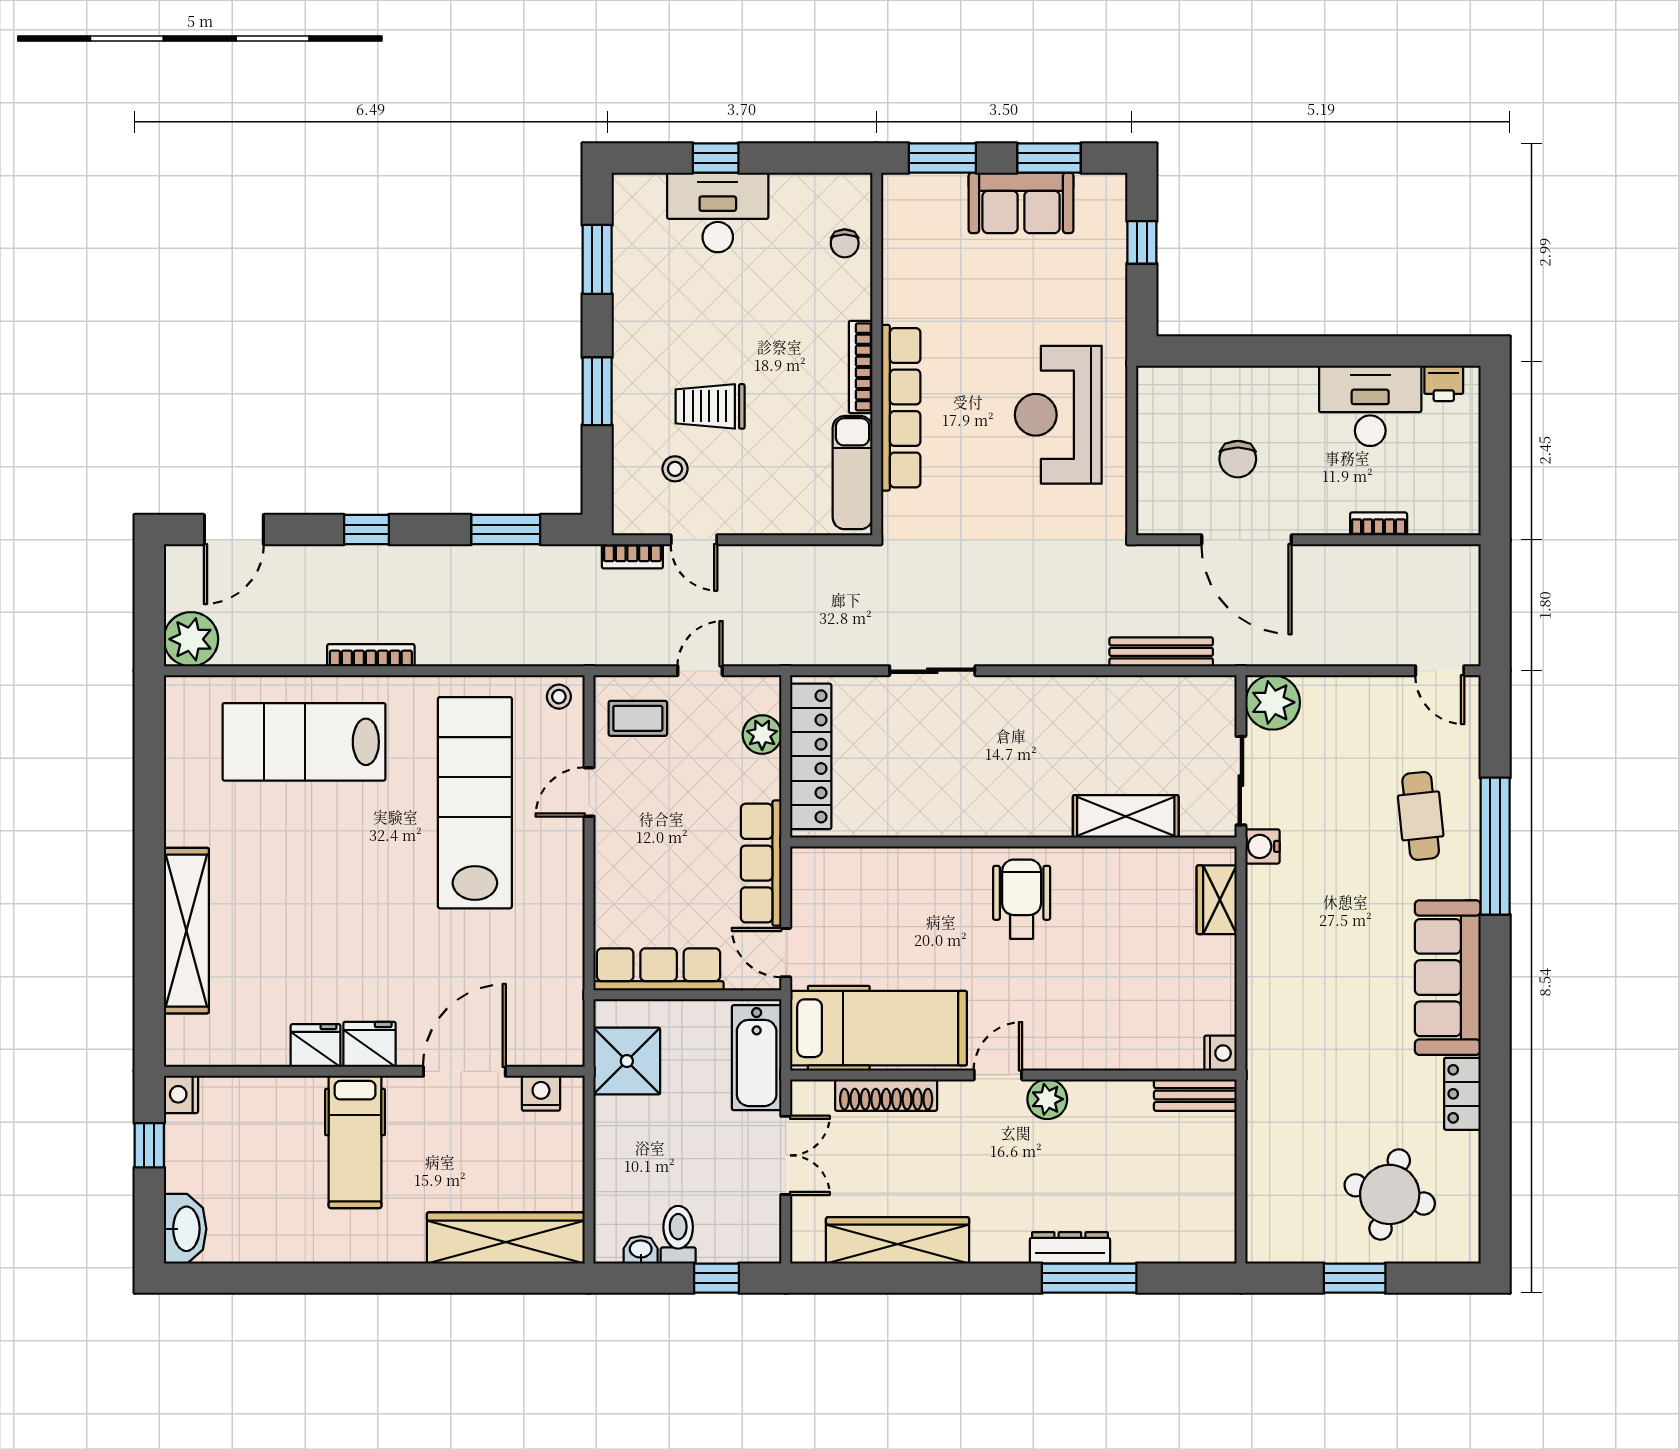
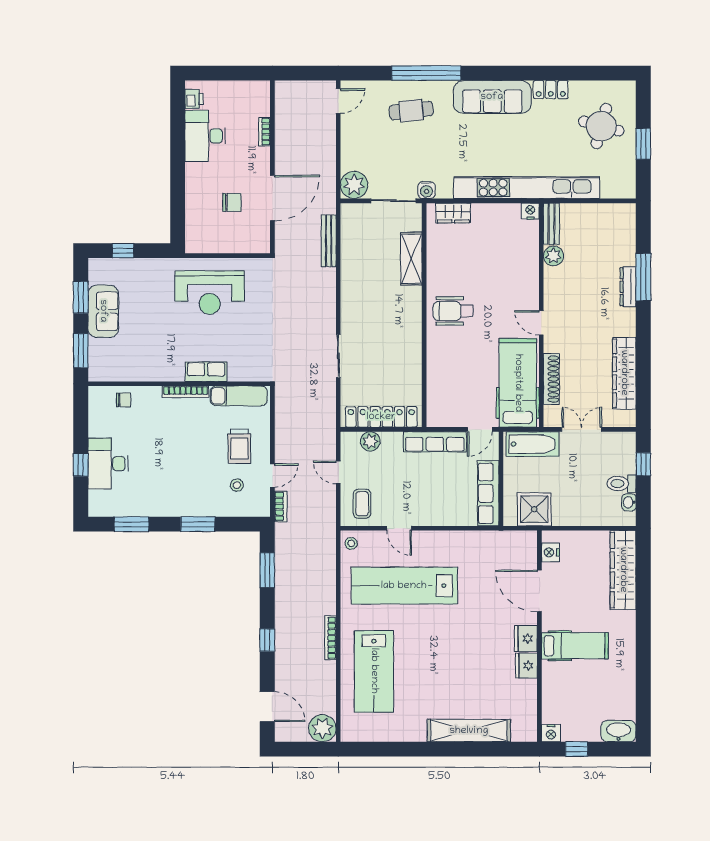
trolley: (710, 406) -> (239, 446), moved
row of seats: (901, 408) -> (206, 372), width x0.50
kitchen unit: (1267, 1046) -> (527, 188), added
plant: (1047, 1099) -> (553, 256), moved

